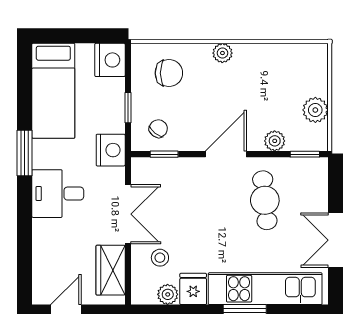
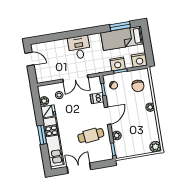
plant: (315, 110) -> (155, 147), moved
nightstand: (111, 150) -> (118, 64), moved
window: (24, 153) -> (120, 26), moved
door: (226, 154) -> (108, 116), hinge flipped
dishwasher: (181, 172) -> (97, 98), added
wardrobe: (111, 270) -> (50, 75), removed

